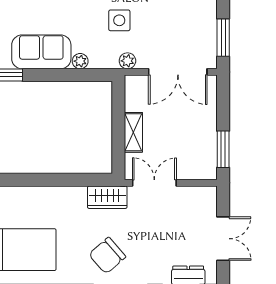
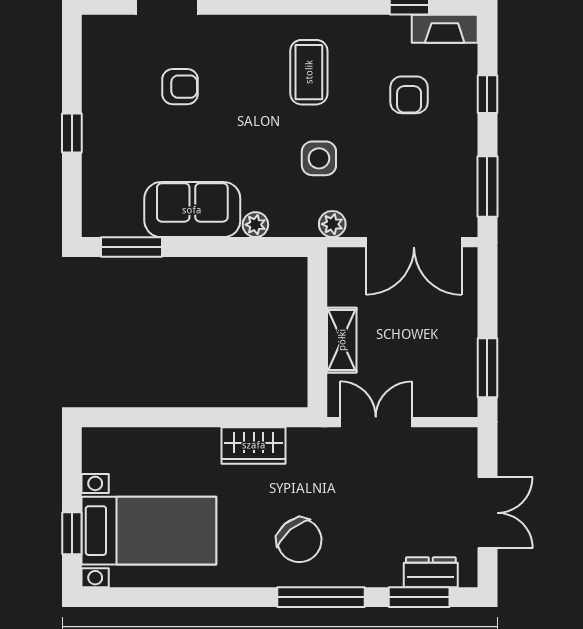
wardrobe: (107, 197) -> (254, 445), moved
chair: (107, 256) -> (299, 540), turned -89

